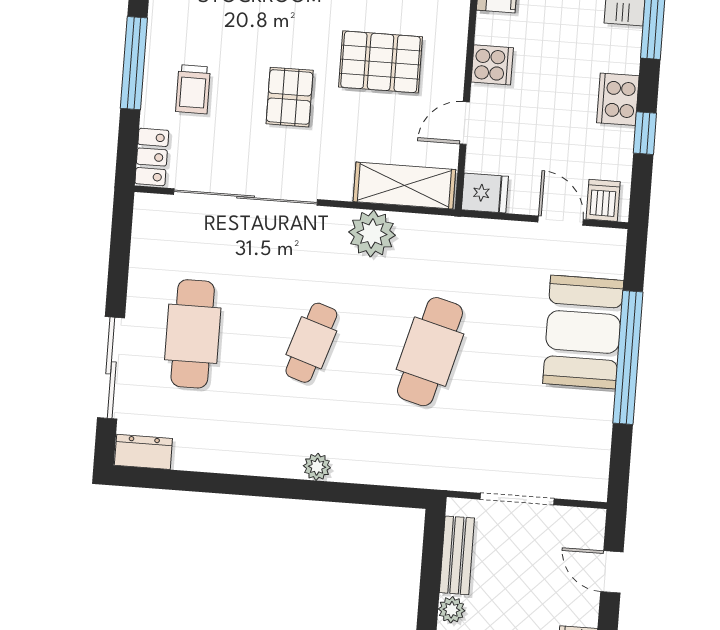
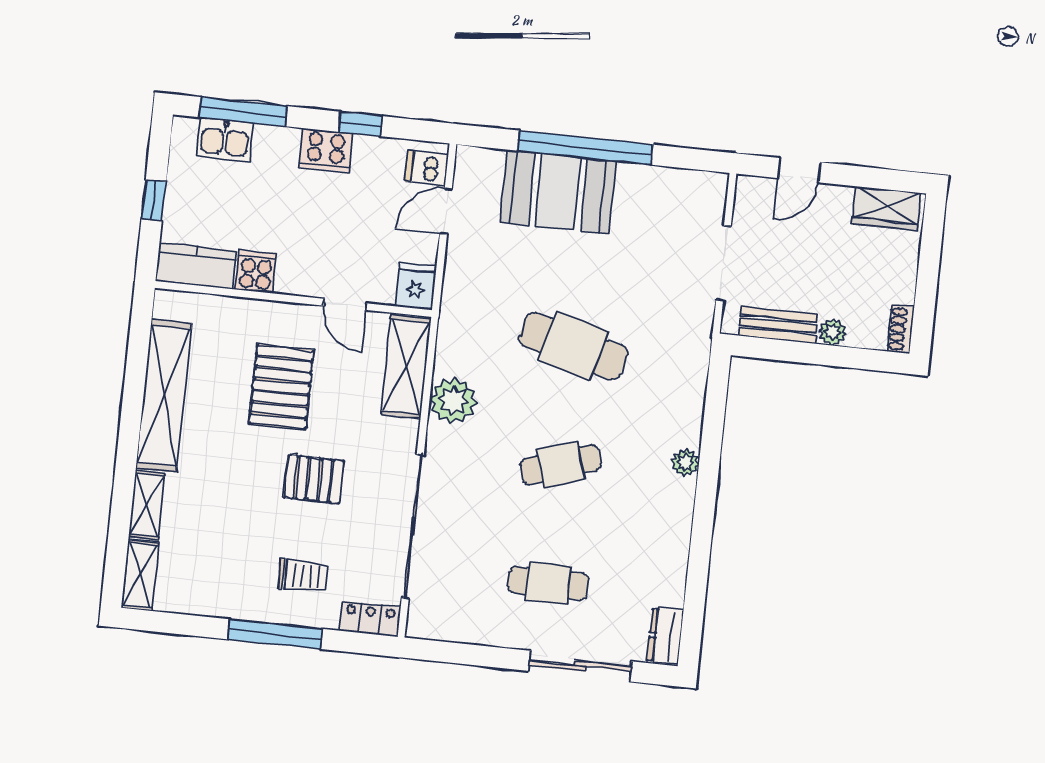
cooker: (492, 65) -> (256, 272), moved
cafe table: (193, 334) -> (548, 583), width x0.73, depth x0.74
cafe table: (311, 343) -> (561, 465), turned -36

